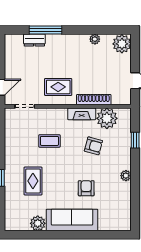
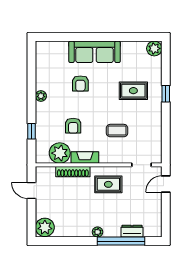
window: (45, 30) -> (121, 241), width x1.46
plant: (95, 39) -> (98, 232), moved
armchair: (93, 146) -> (73, 126), turned -105
rug: (33, 181) -> (133, 91), turned 90
plant: (38, 223) -> (154, 48), moved

